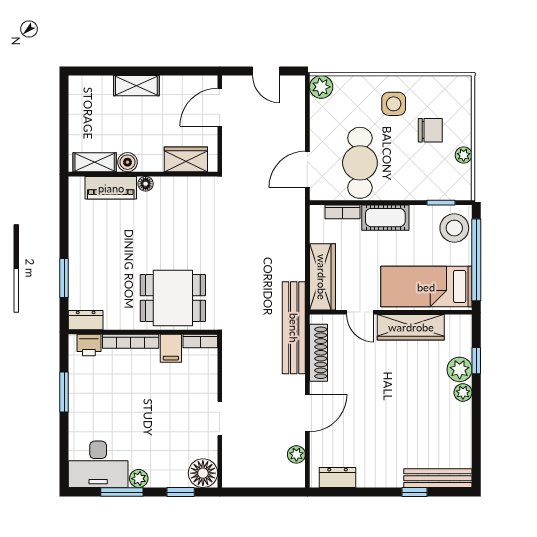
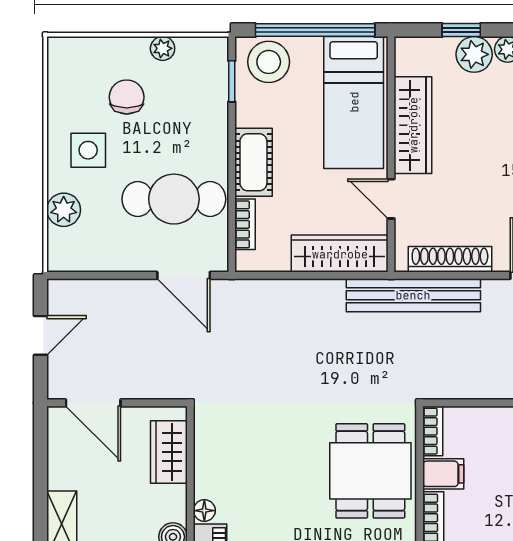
plant: (321, 87) -> (64, 210), moved
door: (360, 312) -> (391, 199), swing flipped

